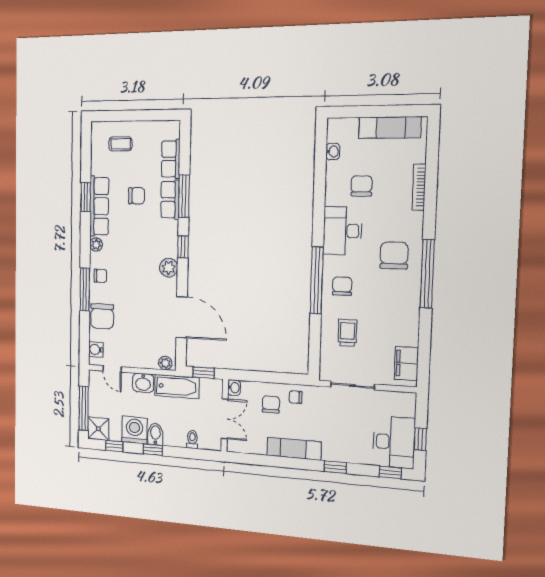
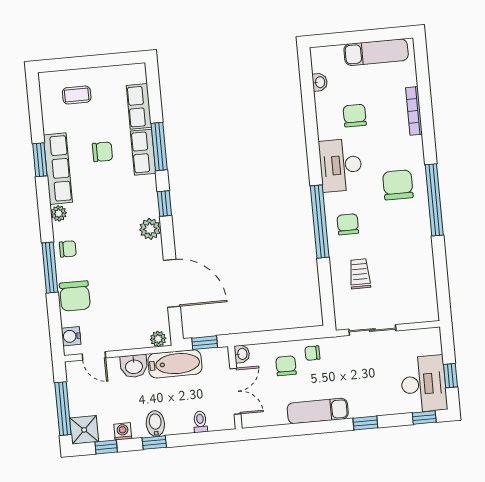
filing cabinet: (406, 363) -> (425, 297), removed
washing machine: (134, 430) -> (123, 431), width x0.53, depth x0.53

